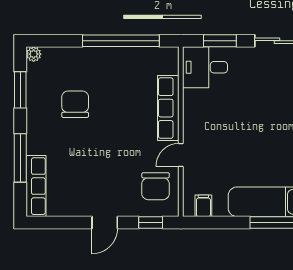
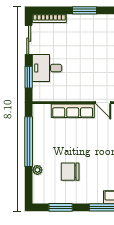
plant: (34, 54) -> (37, 170), moved
desk: (205, 67) -> (47, 68), moved, turned 90

